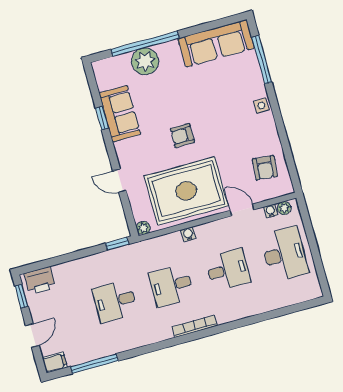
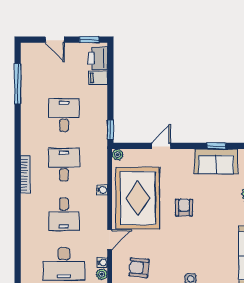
filing cabinet: (55, 363) -> (98, 78), moved, turned 90

